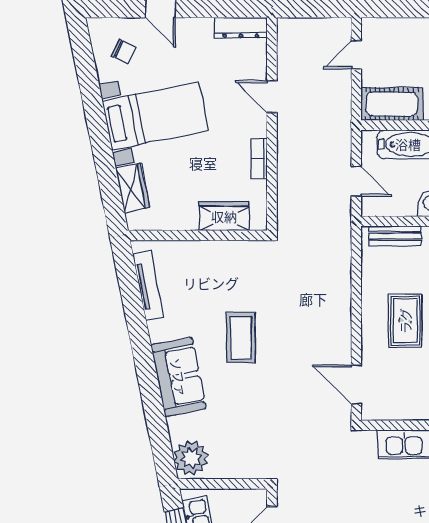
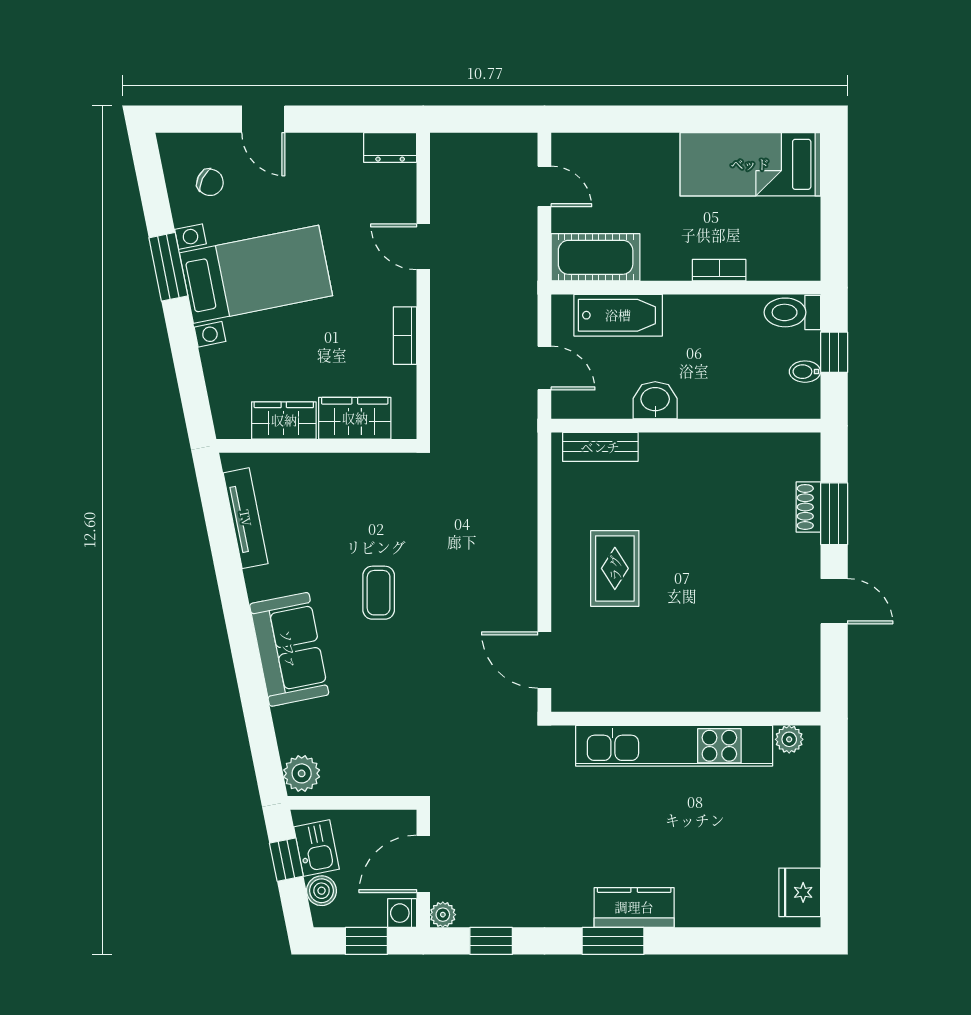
dresser: (241, 28) -> (390, 148), width x0.70
door: (356, 55) -> (544, 186), swing flipped
window: (94, 111) -> (168, 267), added
wardrobe: (133, 188) -> (284, 420), moved, turned -79
coffee table: (241, 338) -> (379, 593), width x0.73, depth x0.77
plant: (191, 458) -> (302, 773), width x0.73, depth x0.73

